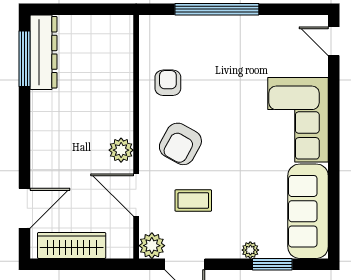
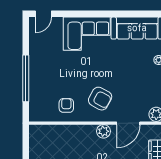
armchair: (168, 83) -> (66, 105), turned 90
coffee table: (193, 200) -> (131, 91), removed

